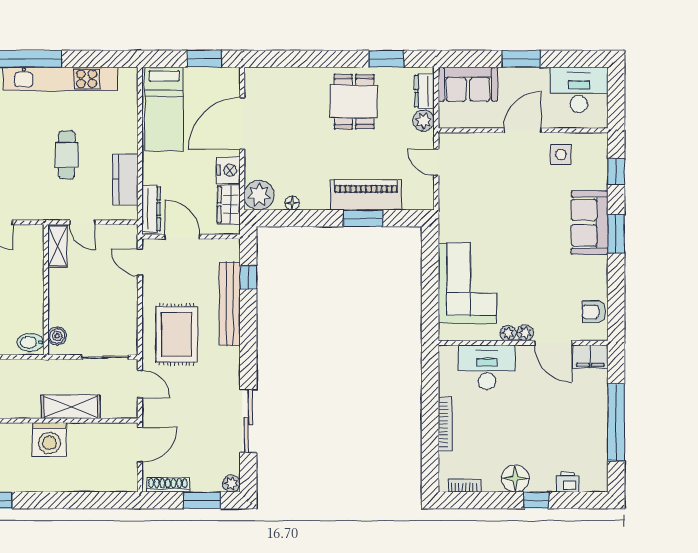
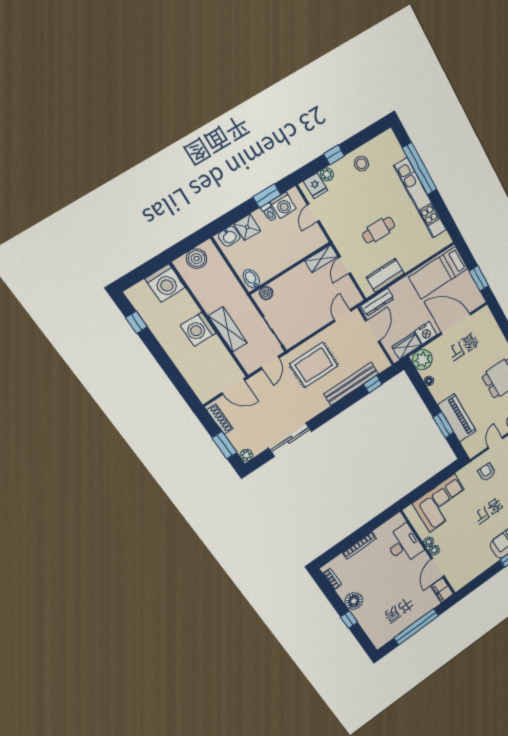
armchair: (594, 312) -> (487, 472), moved
printer: (568, 482) -> (369, 627), removed

